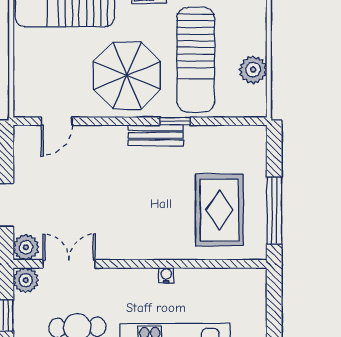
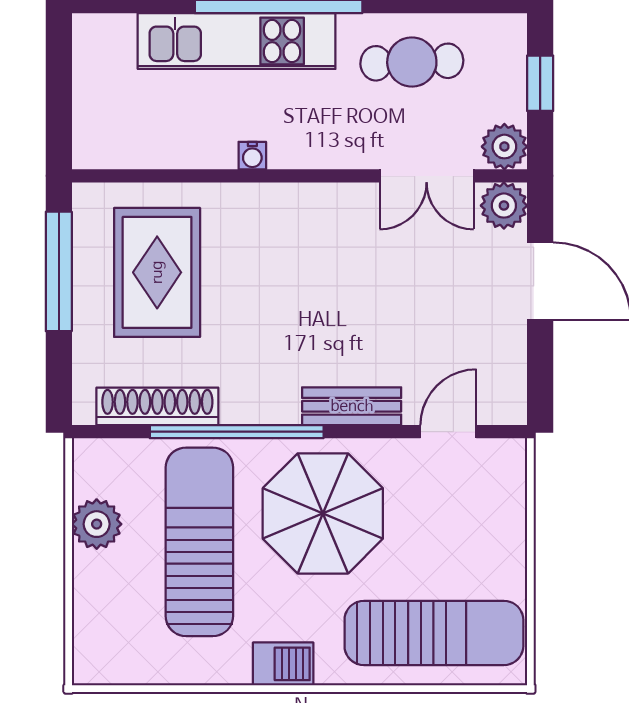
window: (175, 121) -> (237, 432), width x3.17
bench: (156, 135) -> (352, 406), moved
shoe rack: (219, 135) -> (157, 406), added

